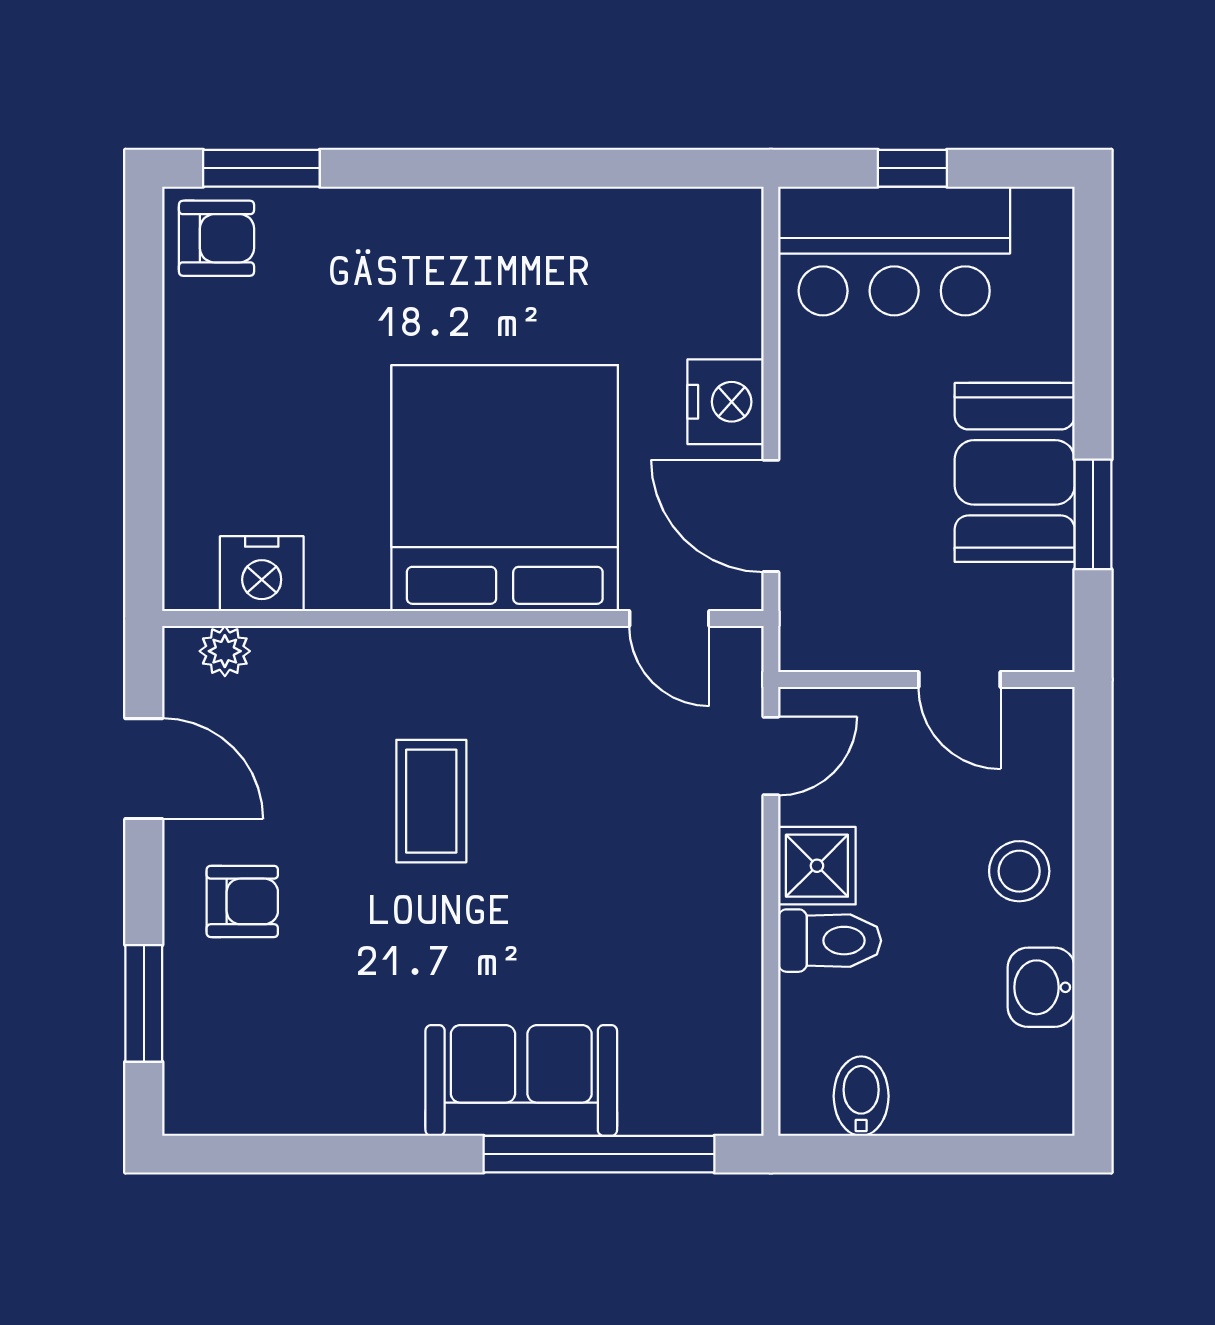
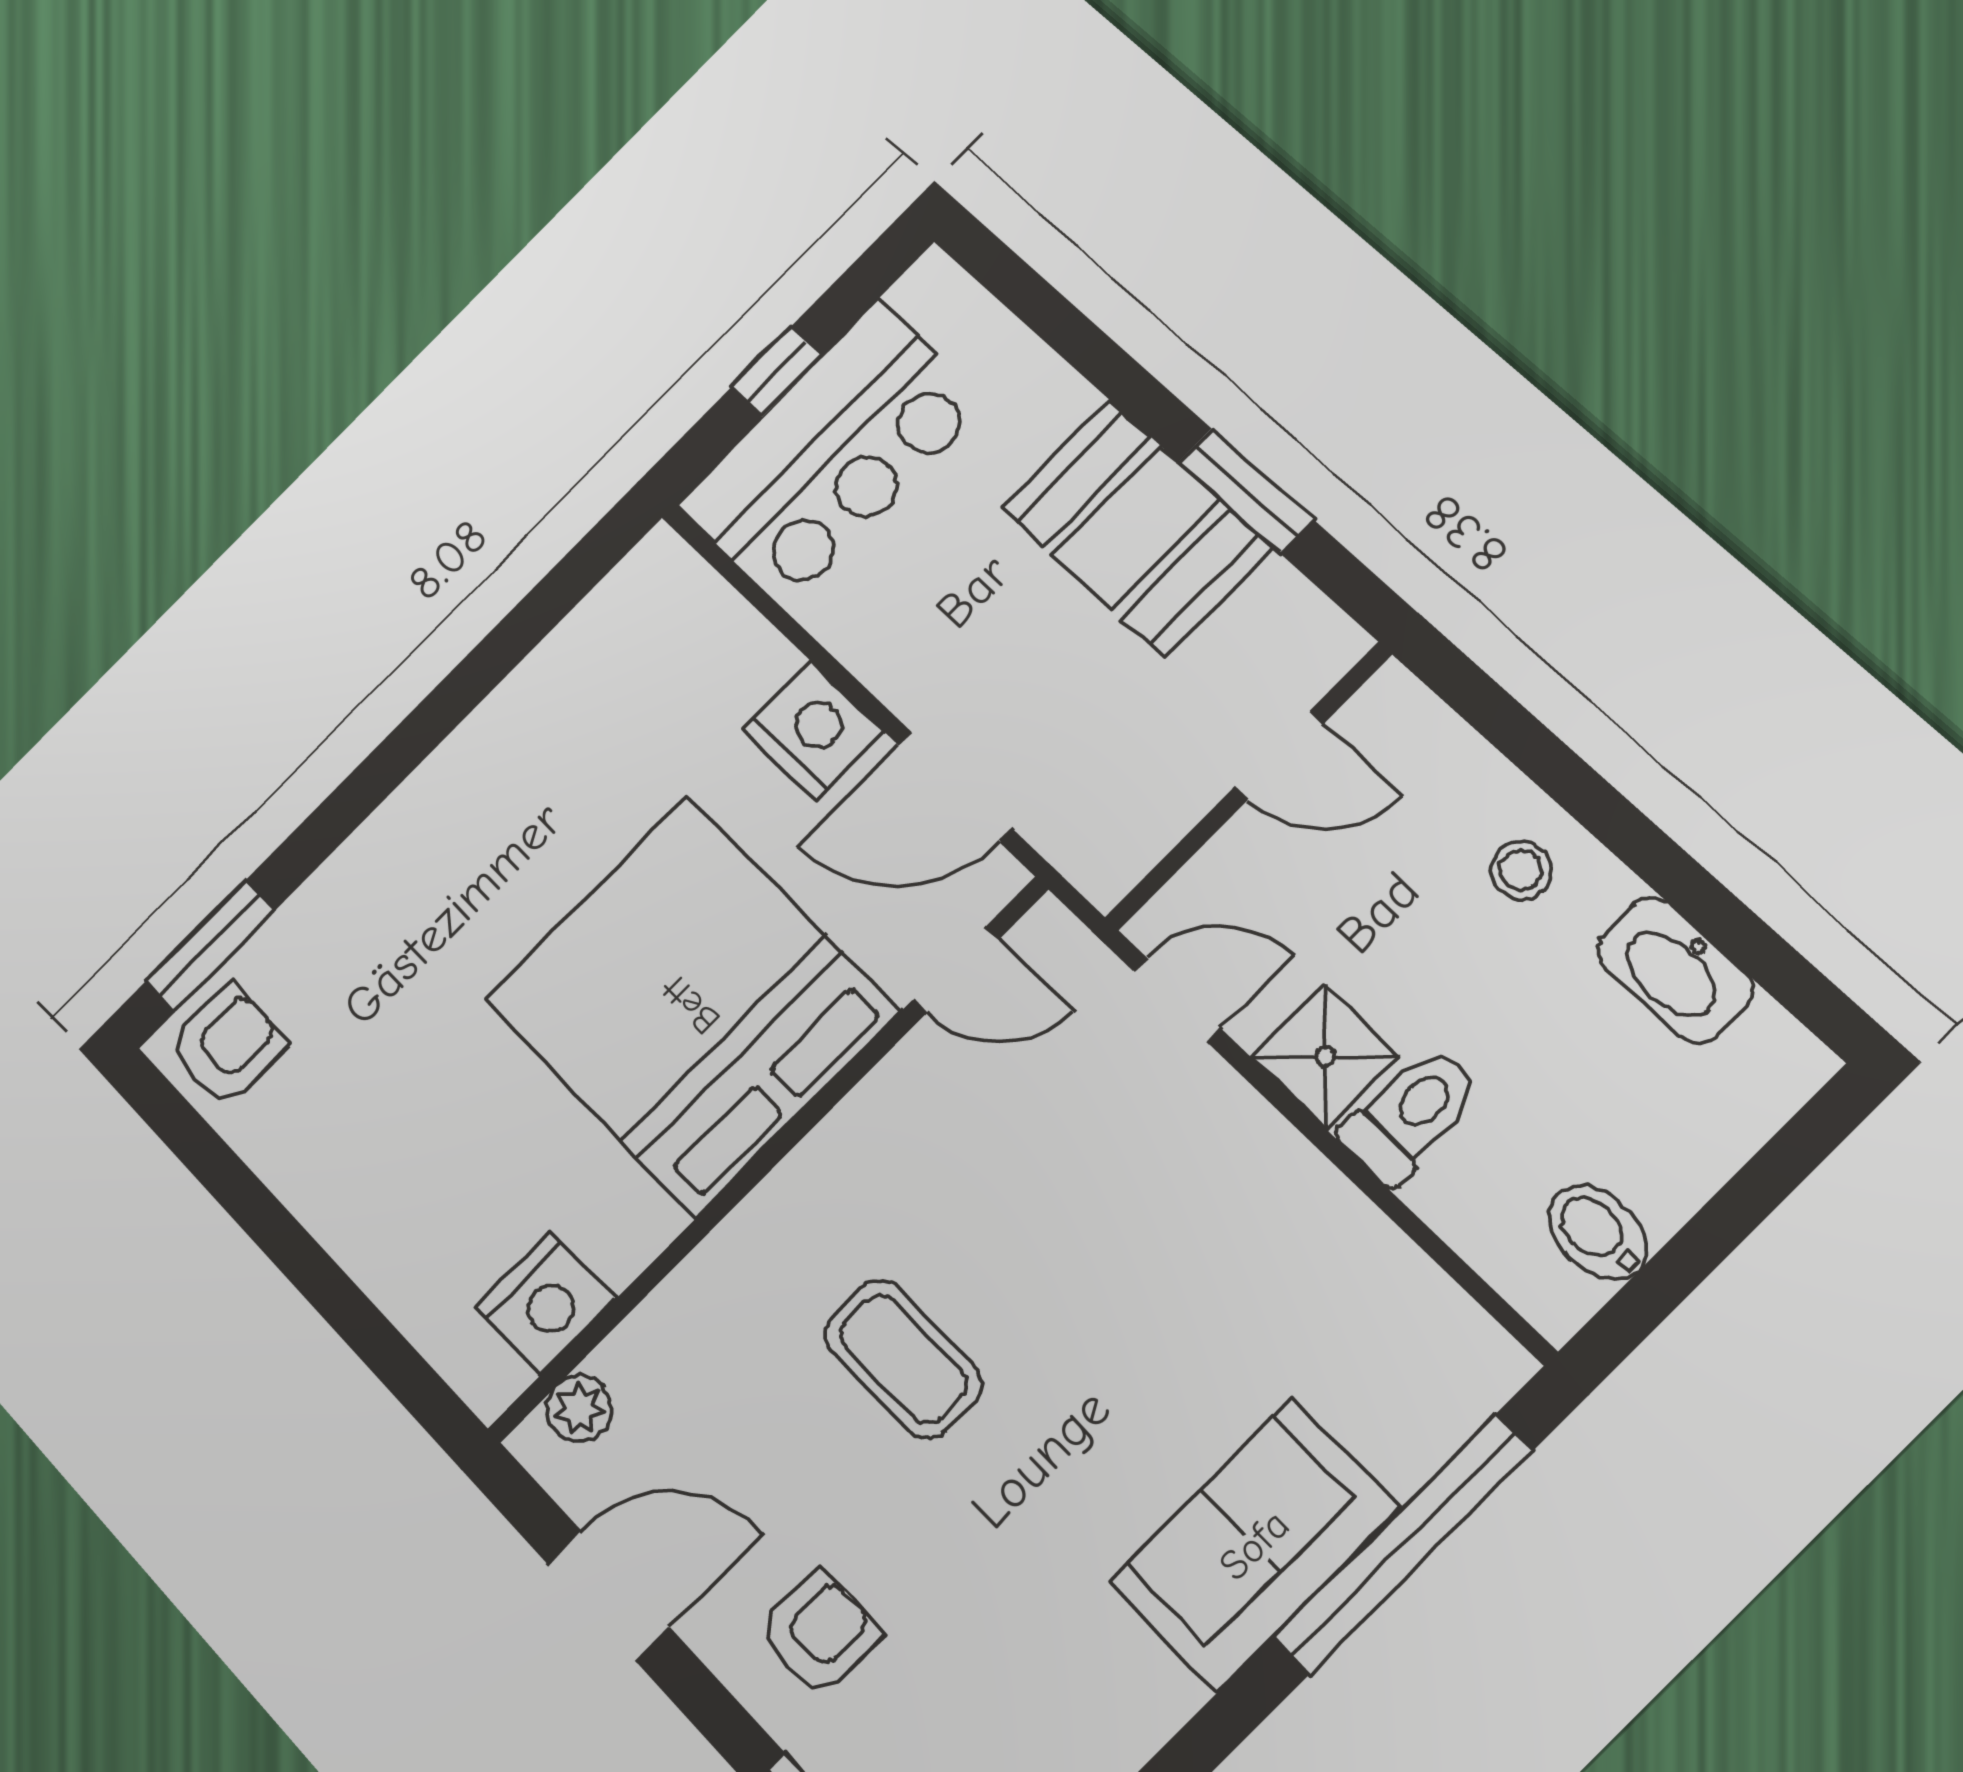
door: (771, 756) -> (1177, 1000), hinge flipped
stool: (1019, 871) -> (1521, 870), width x0.73, depth x0.73
washbasin: (1041, 987) -> (1675, 970), width x1.38

